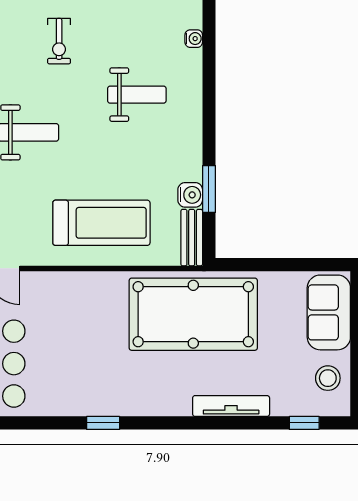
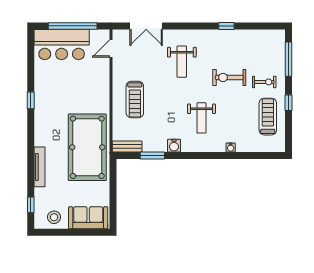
exercise bike: (59, 41) -> (229, 77), width x1.38, depth x1.39
water cooler: (190, 195) -> (174, 146), moved
treadmill: (101, 223) -> (135, 100), width x0.73, depth x0.73

